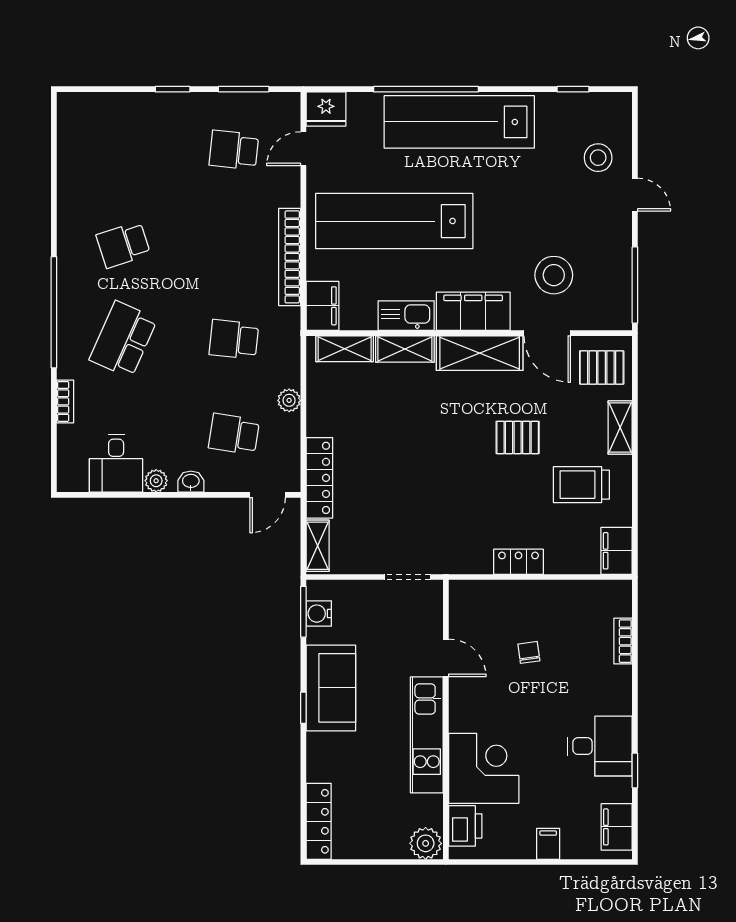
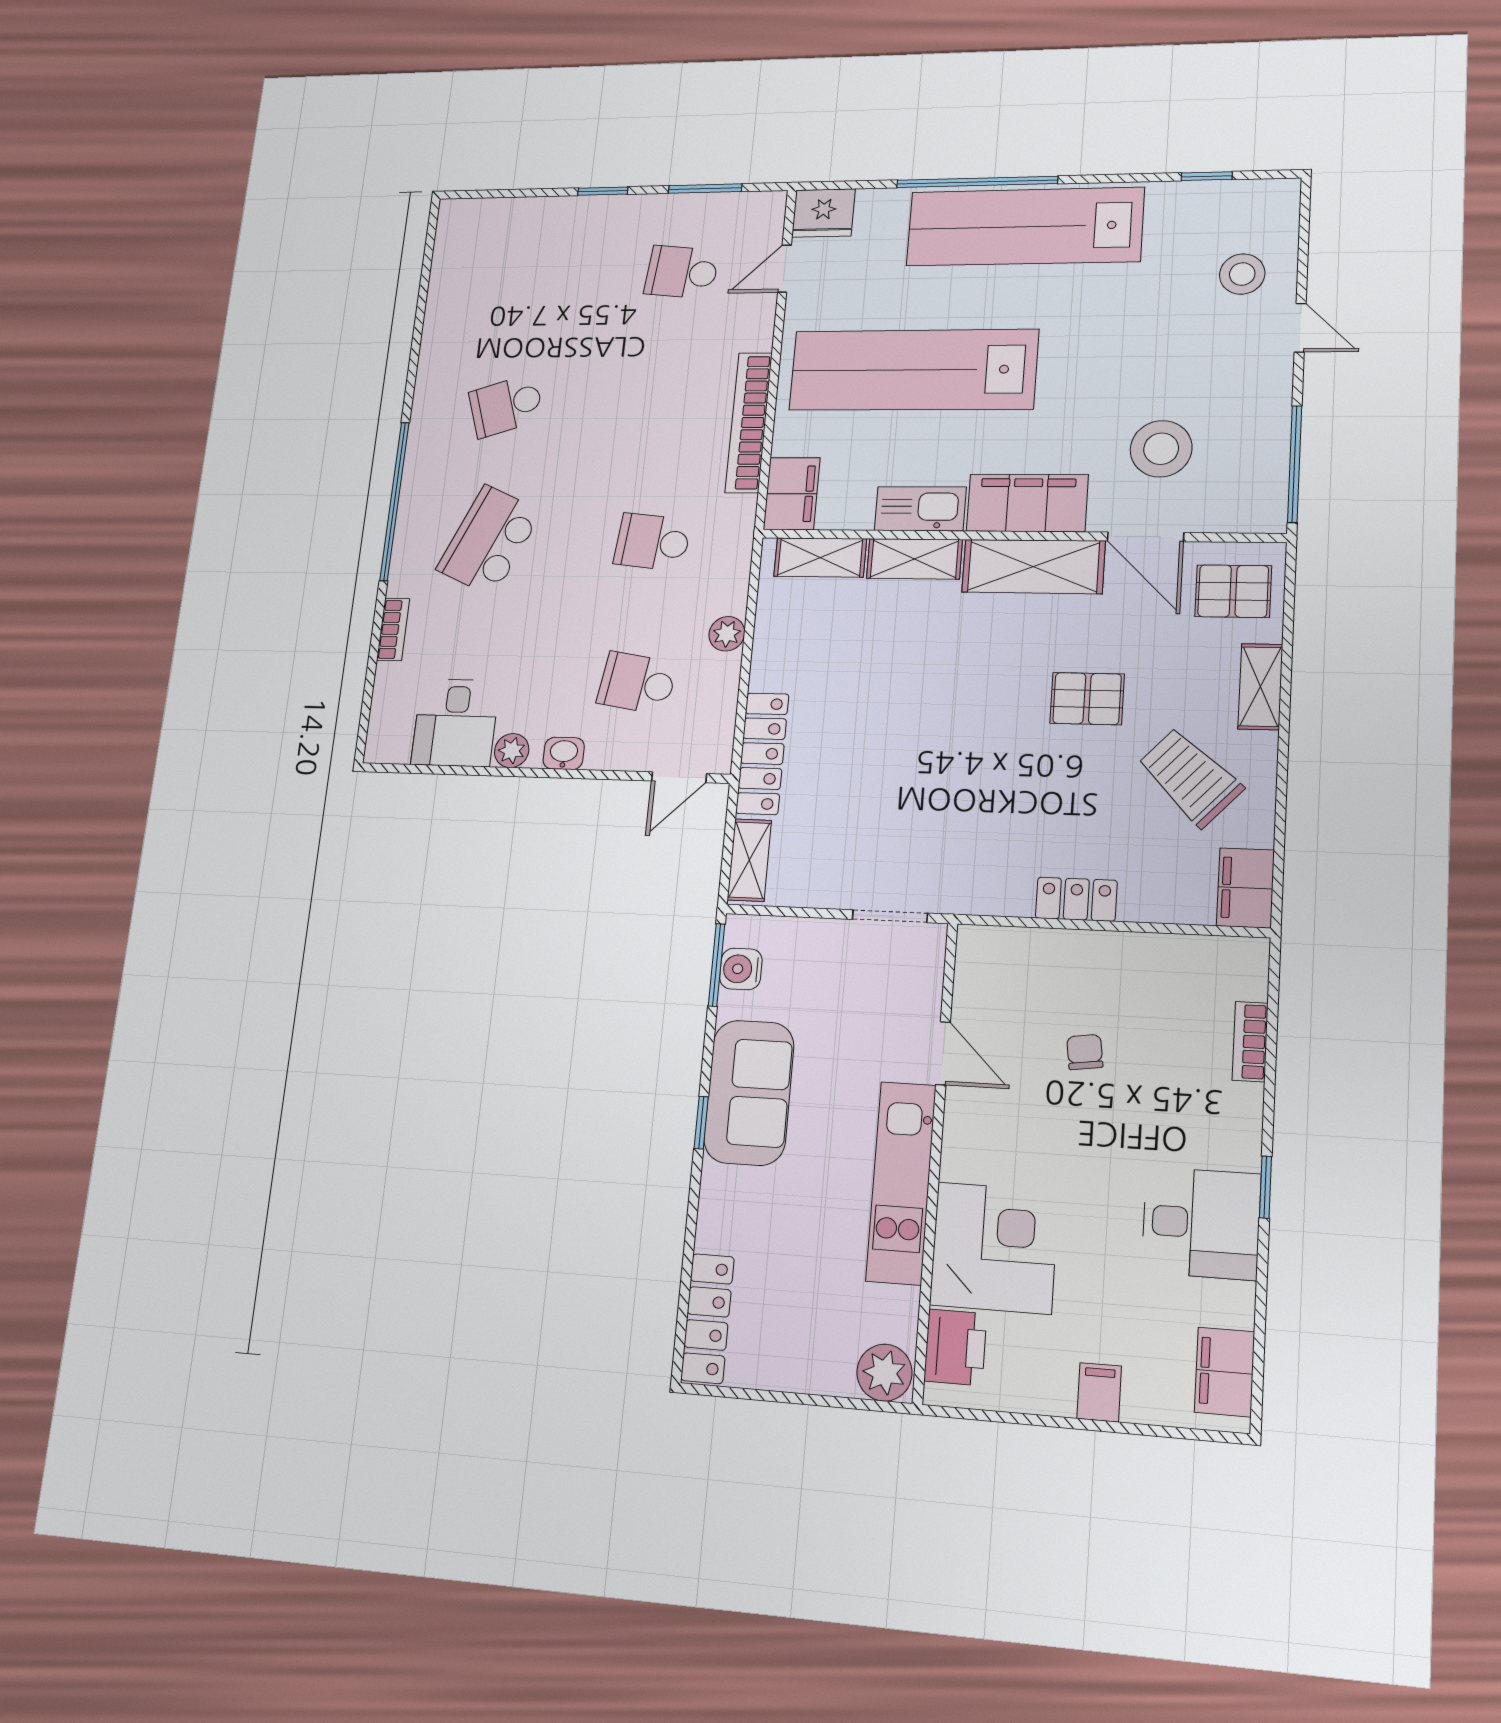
trolley: (581, 485) -> (1190, 777), turned 43
window: (635, 771) -> (1265, 1187), moved

